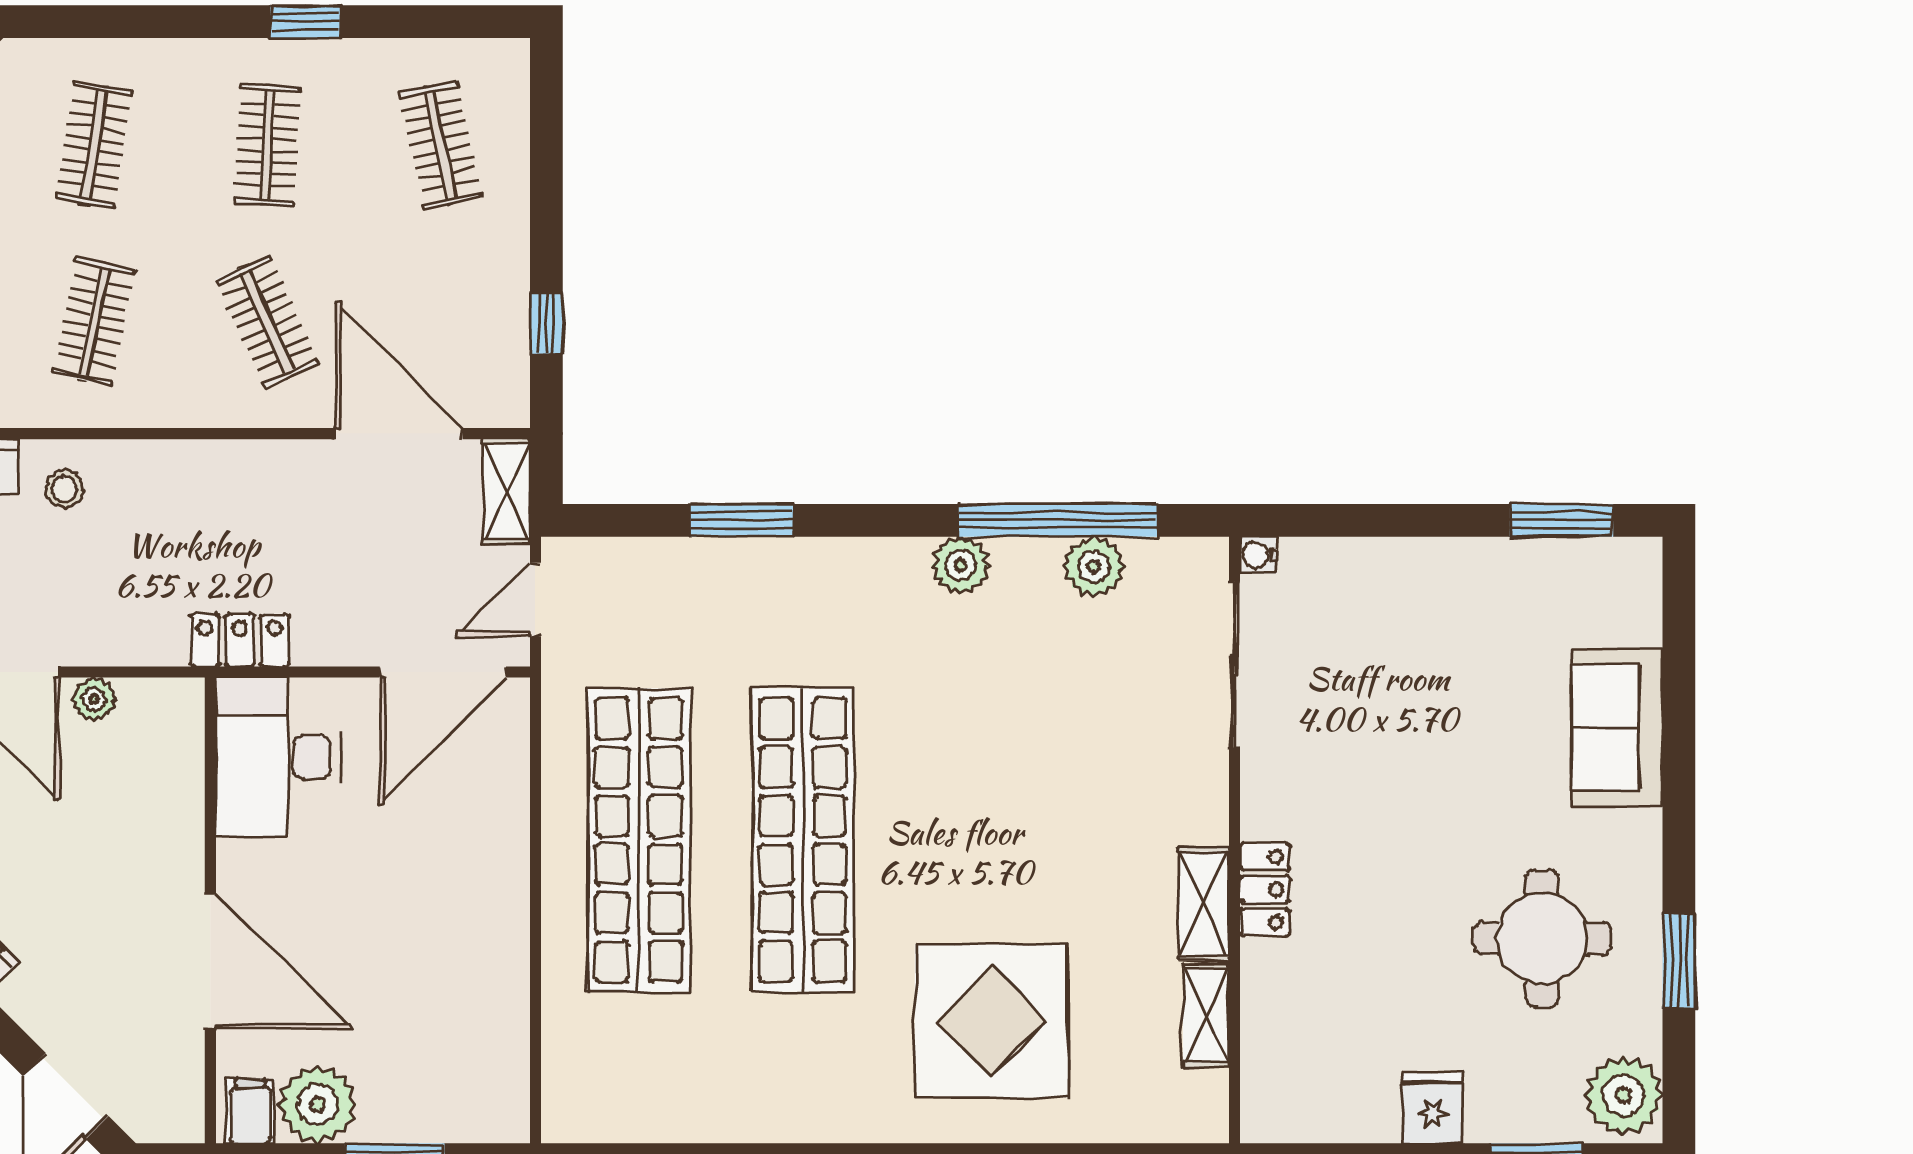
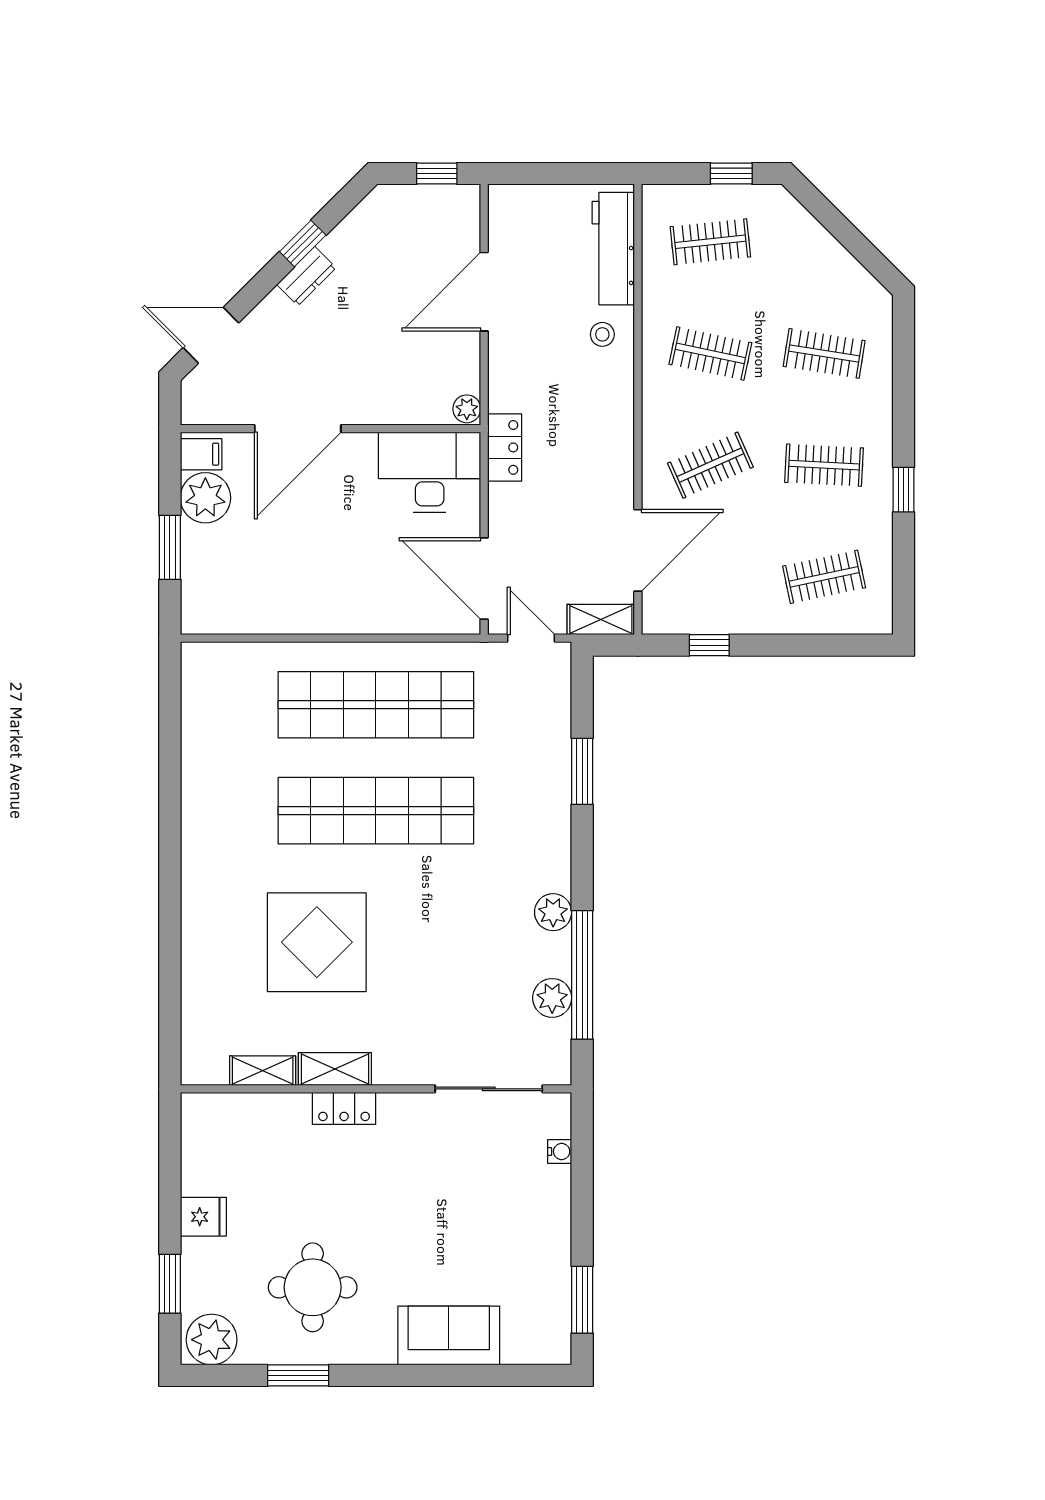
water cooler: (1258, 555) -> (560, 1151), moved, turned 90
plant: (94, 699) -> (467, 409), moved
display table: (992, 1021) -> (317, 942), moved

